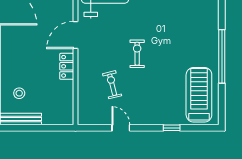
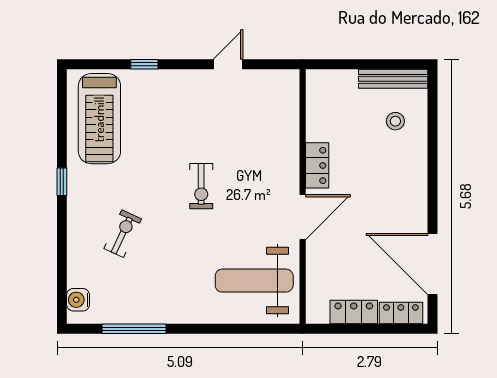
window: (222, 56) -> (62, 182), width x0.32
exercise bike: (112, 85) -> (123, 234), moved, turned -141
door: (121, 128) -> (228, 64), swing flipped

